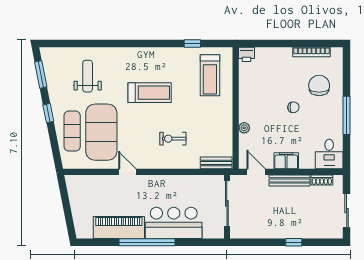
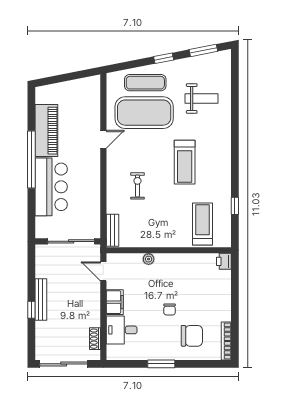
bookcase: (312, 52) -> (226, 341), moved
treadmill: (210, 75) -> (202, 224), turned 90
window: (347, 115) -> (161, 364), width x0.69
desk: (329, 154) -> (122, 330), moved
door: (256, 172) -> (103, 271), swing flipped
bench: (290, 180) -> (41, 300), moved
sliding door: (347, 211) -> (64, 364), width x1.37

